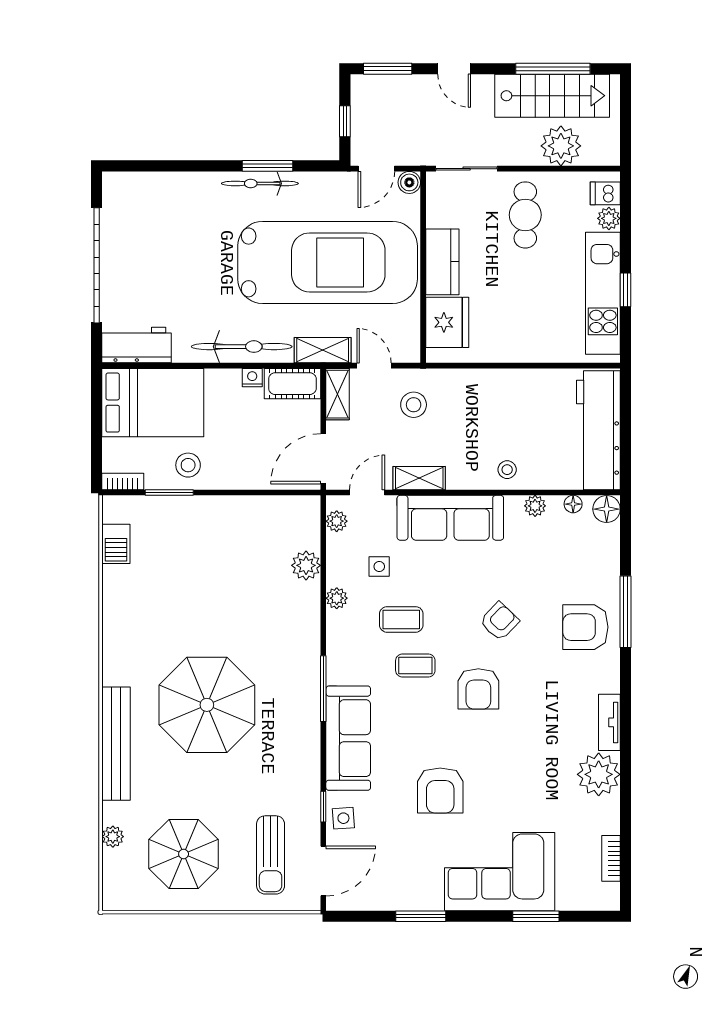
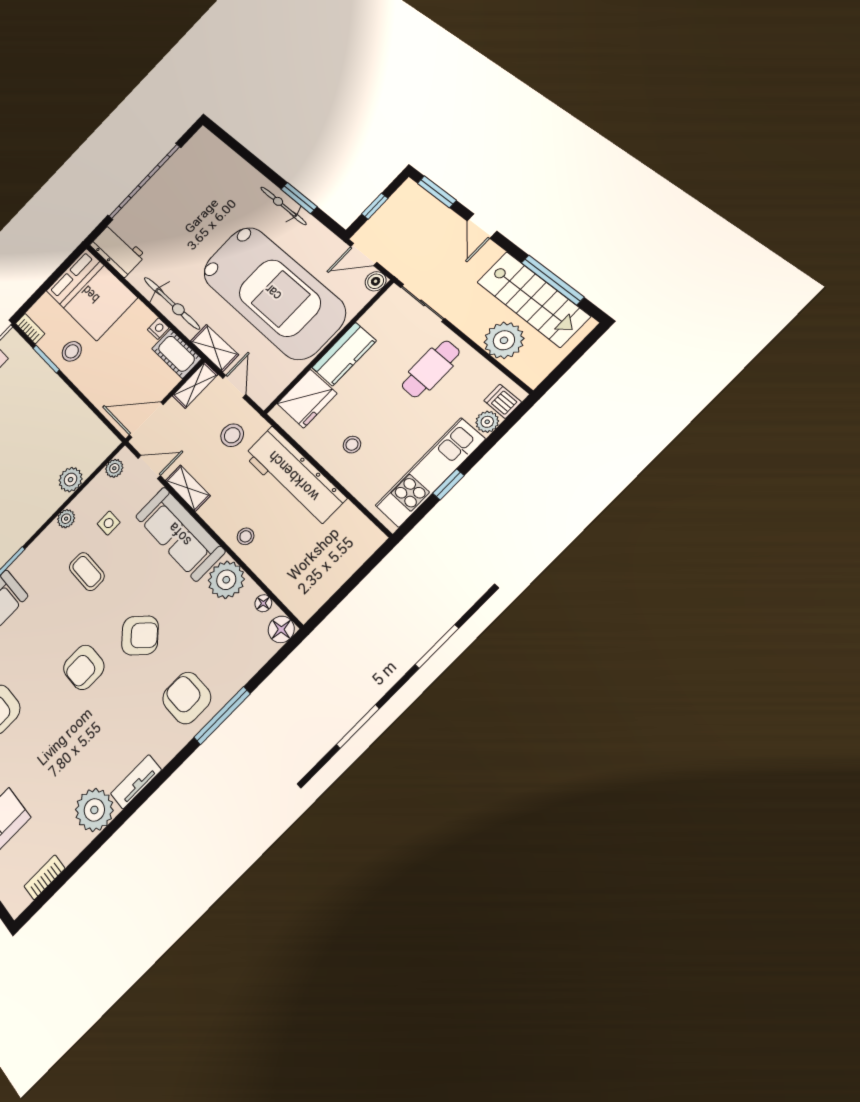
stool: (521, 326) -> (352, 445), added
workbench: (598, 430) -> (294, 476), moved, turned -90
plant: (535, 506) -> (226, 580), width x1.88, depth x1.88
armchair: (499, 621) -> (140, 635), width x1.38, depth x1.38
coffee table: (415, 665) -> (65, 611), removed

